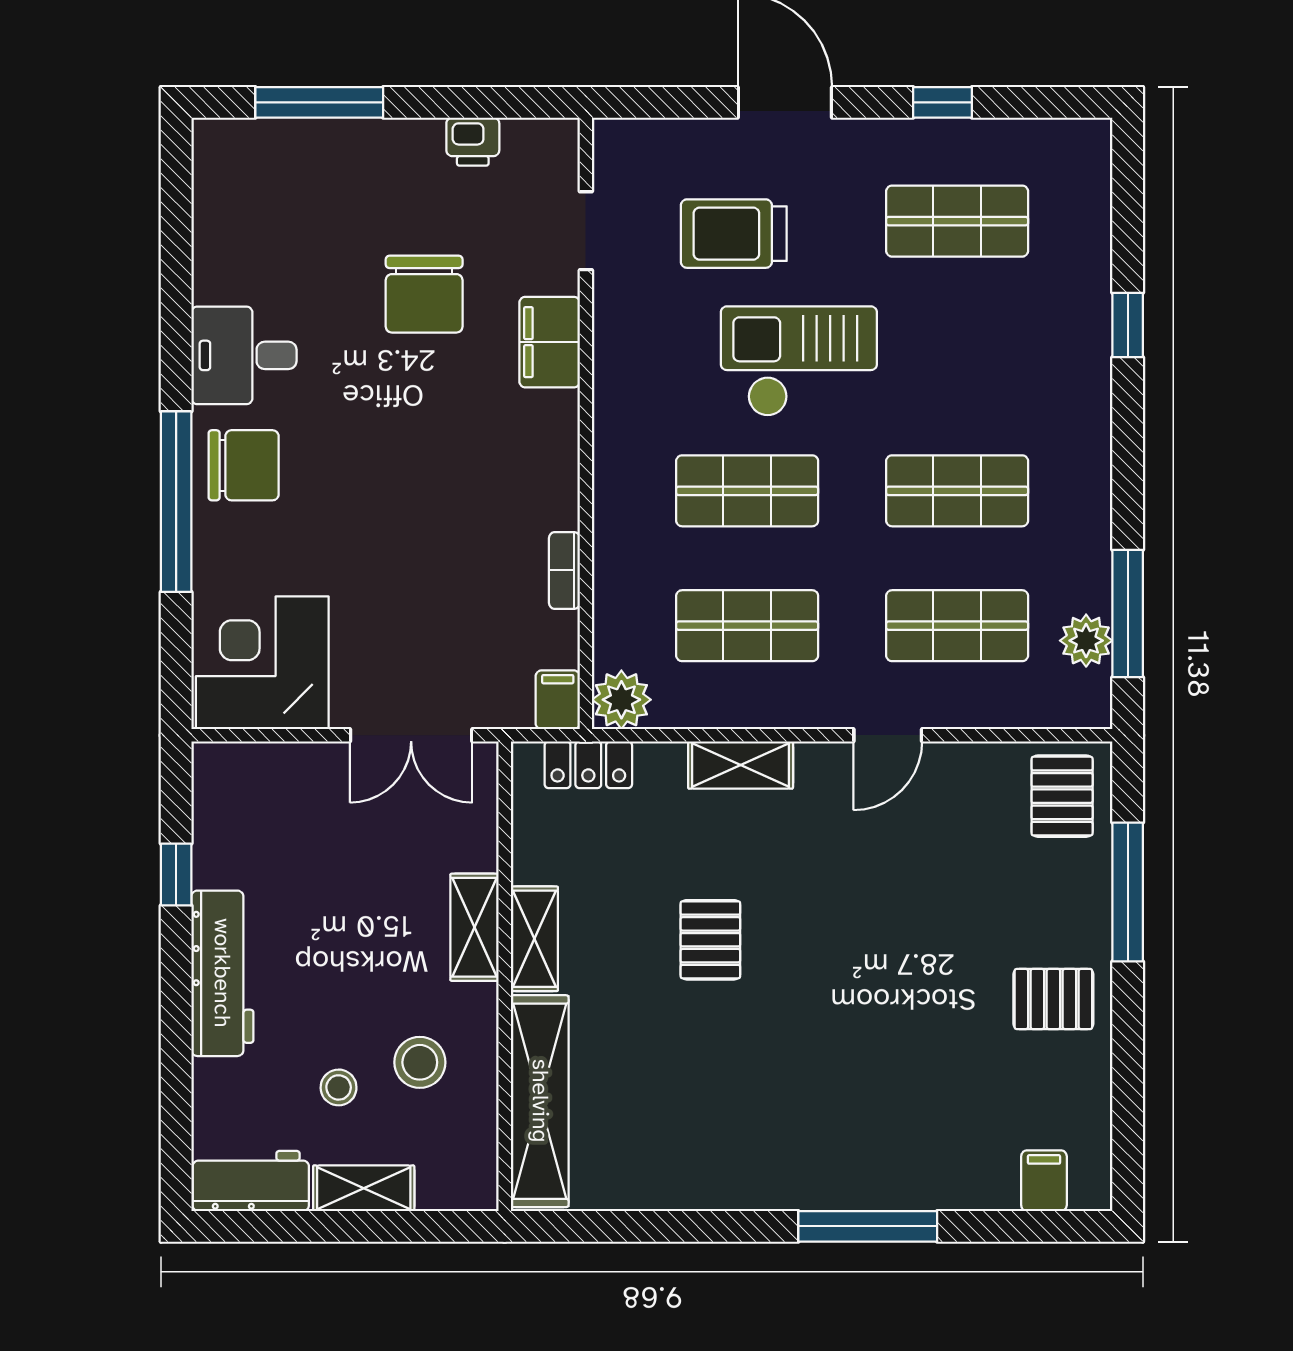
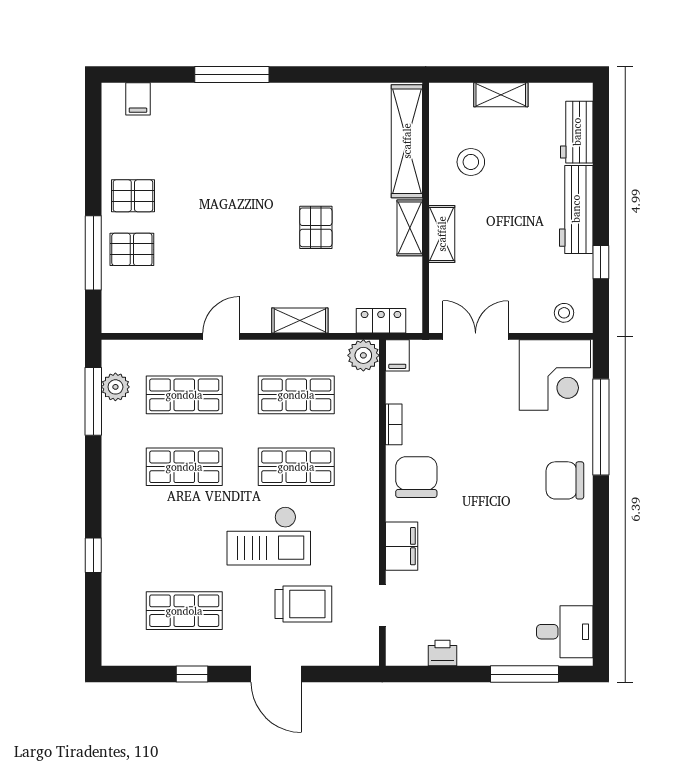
chair: (424, 294) -> (416, 477), moved
desk: (244, 355) -> (565, 632), moved
window: (176, 502) -> (601, 427), moved
pallet: (1062, 796) -> (132, 249), moved, turned 90
stool: (339, 1087) -> (564, 313), moved
workbench: (251, 1181) -> (577, 132), moved, turned 90

